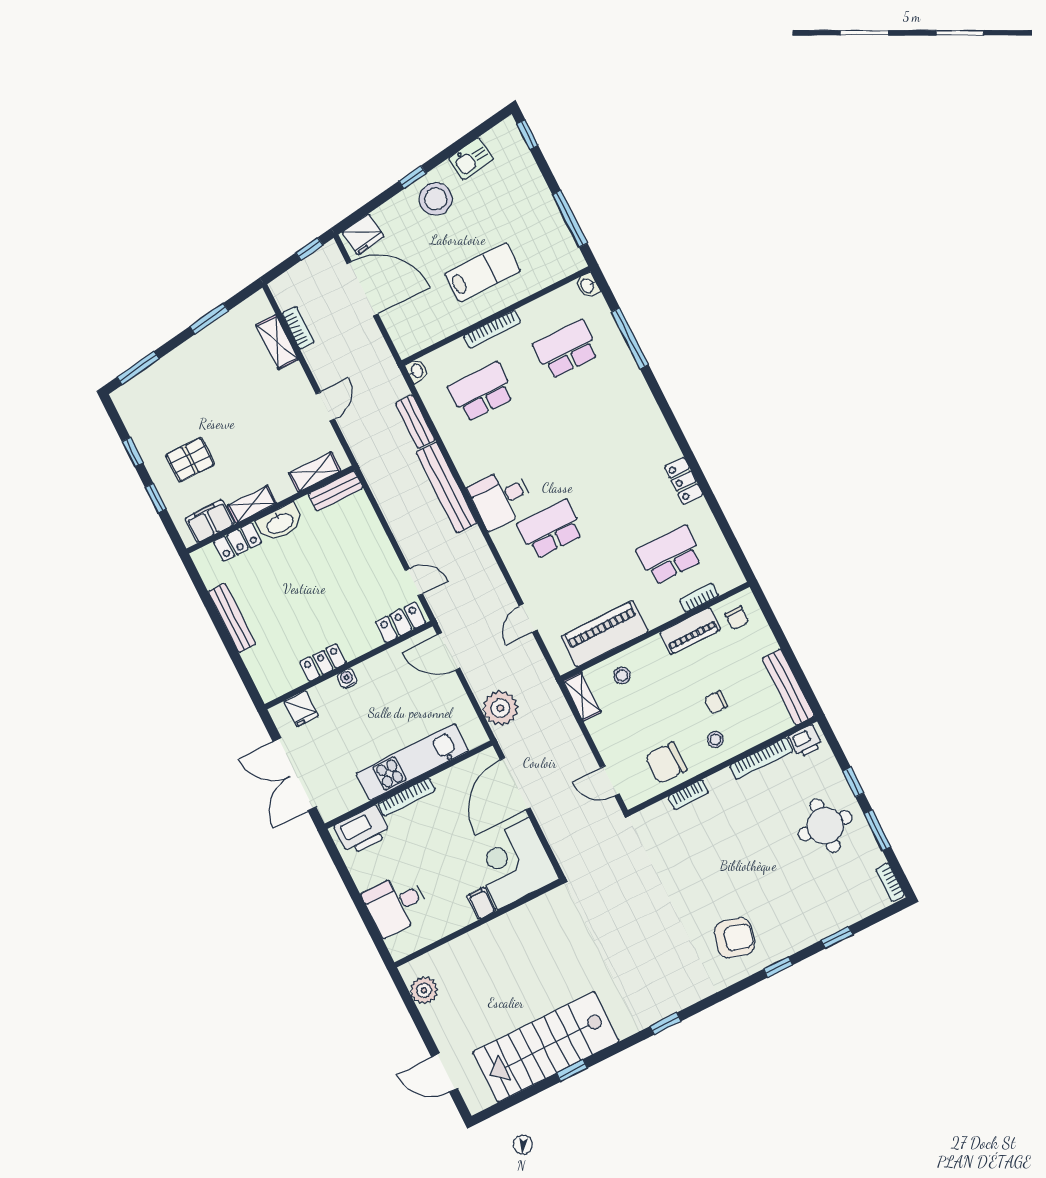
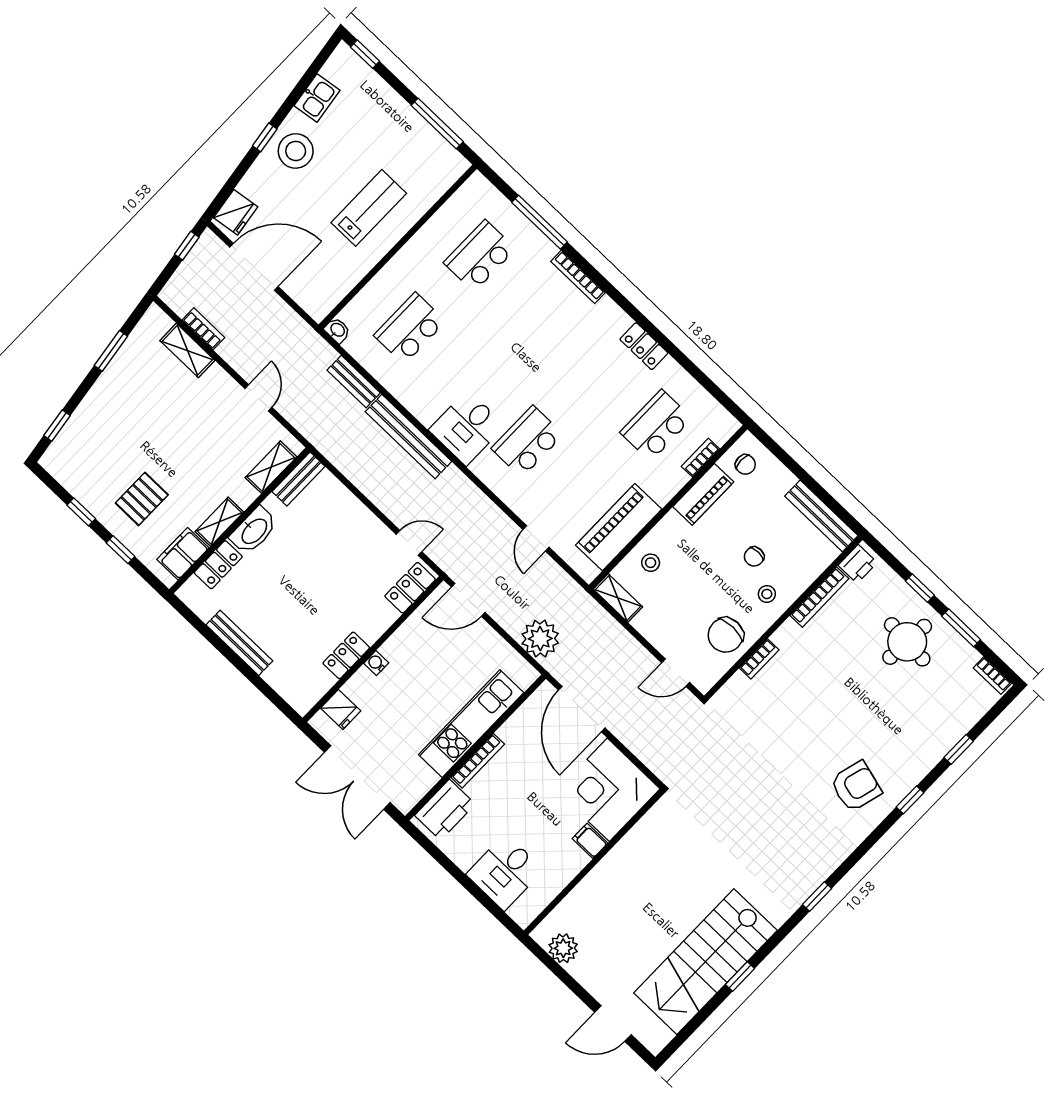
washbasin: (588, 286) -> (479, 184), removed
bookcase: (492, 329) -> (578, 277), moved, turned 90
window: (138, 368) -> (57, 426), width x0.67

